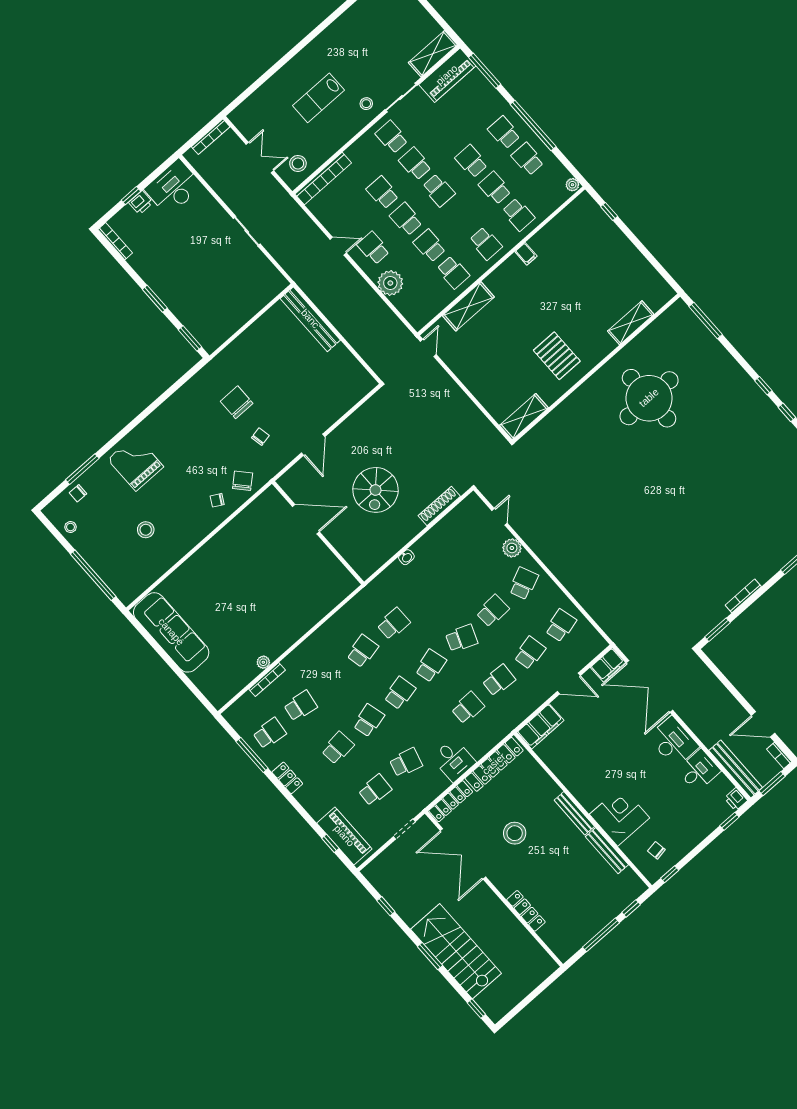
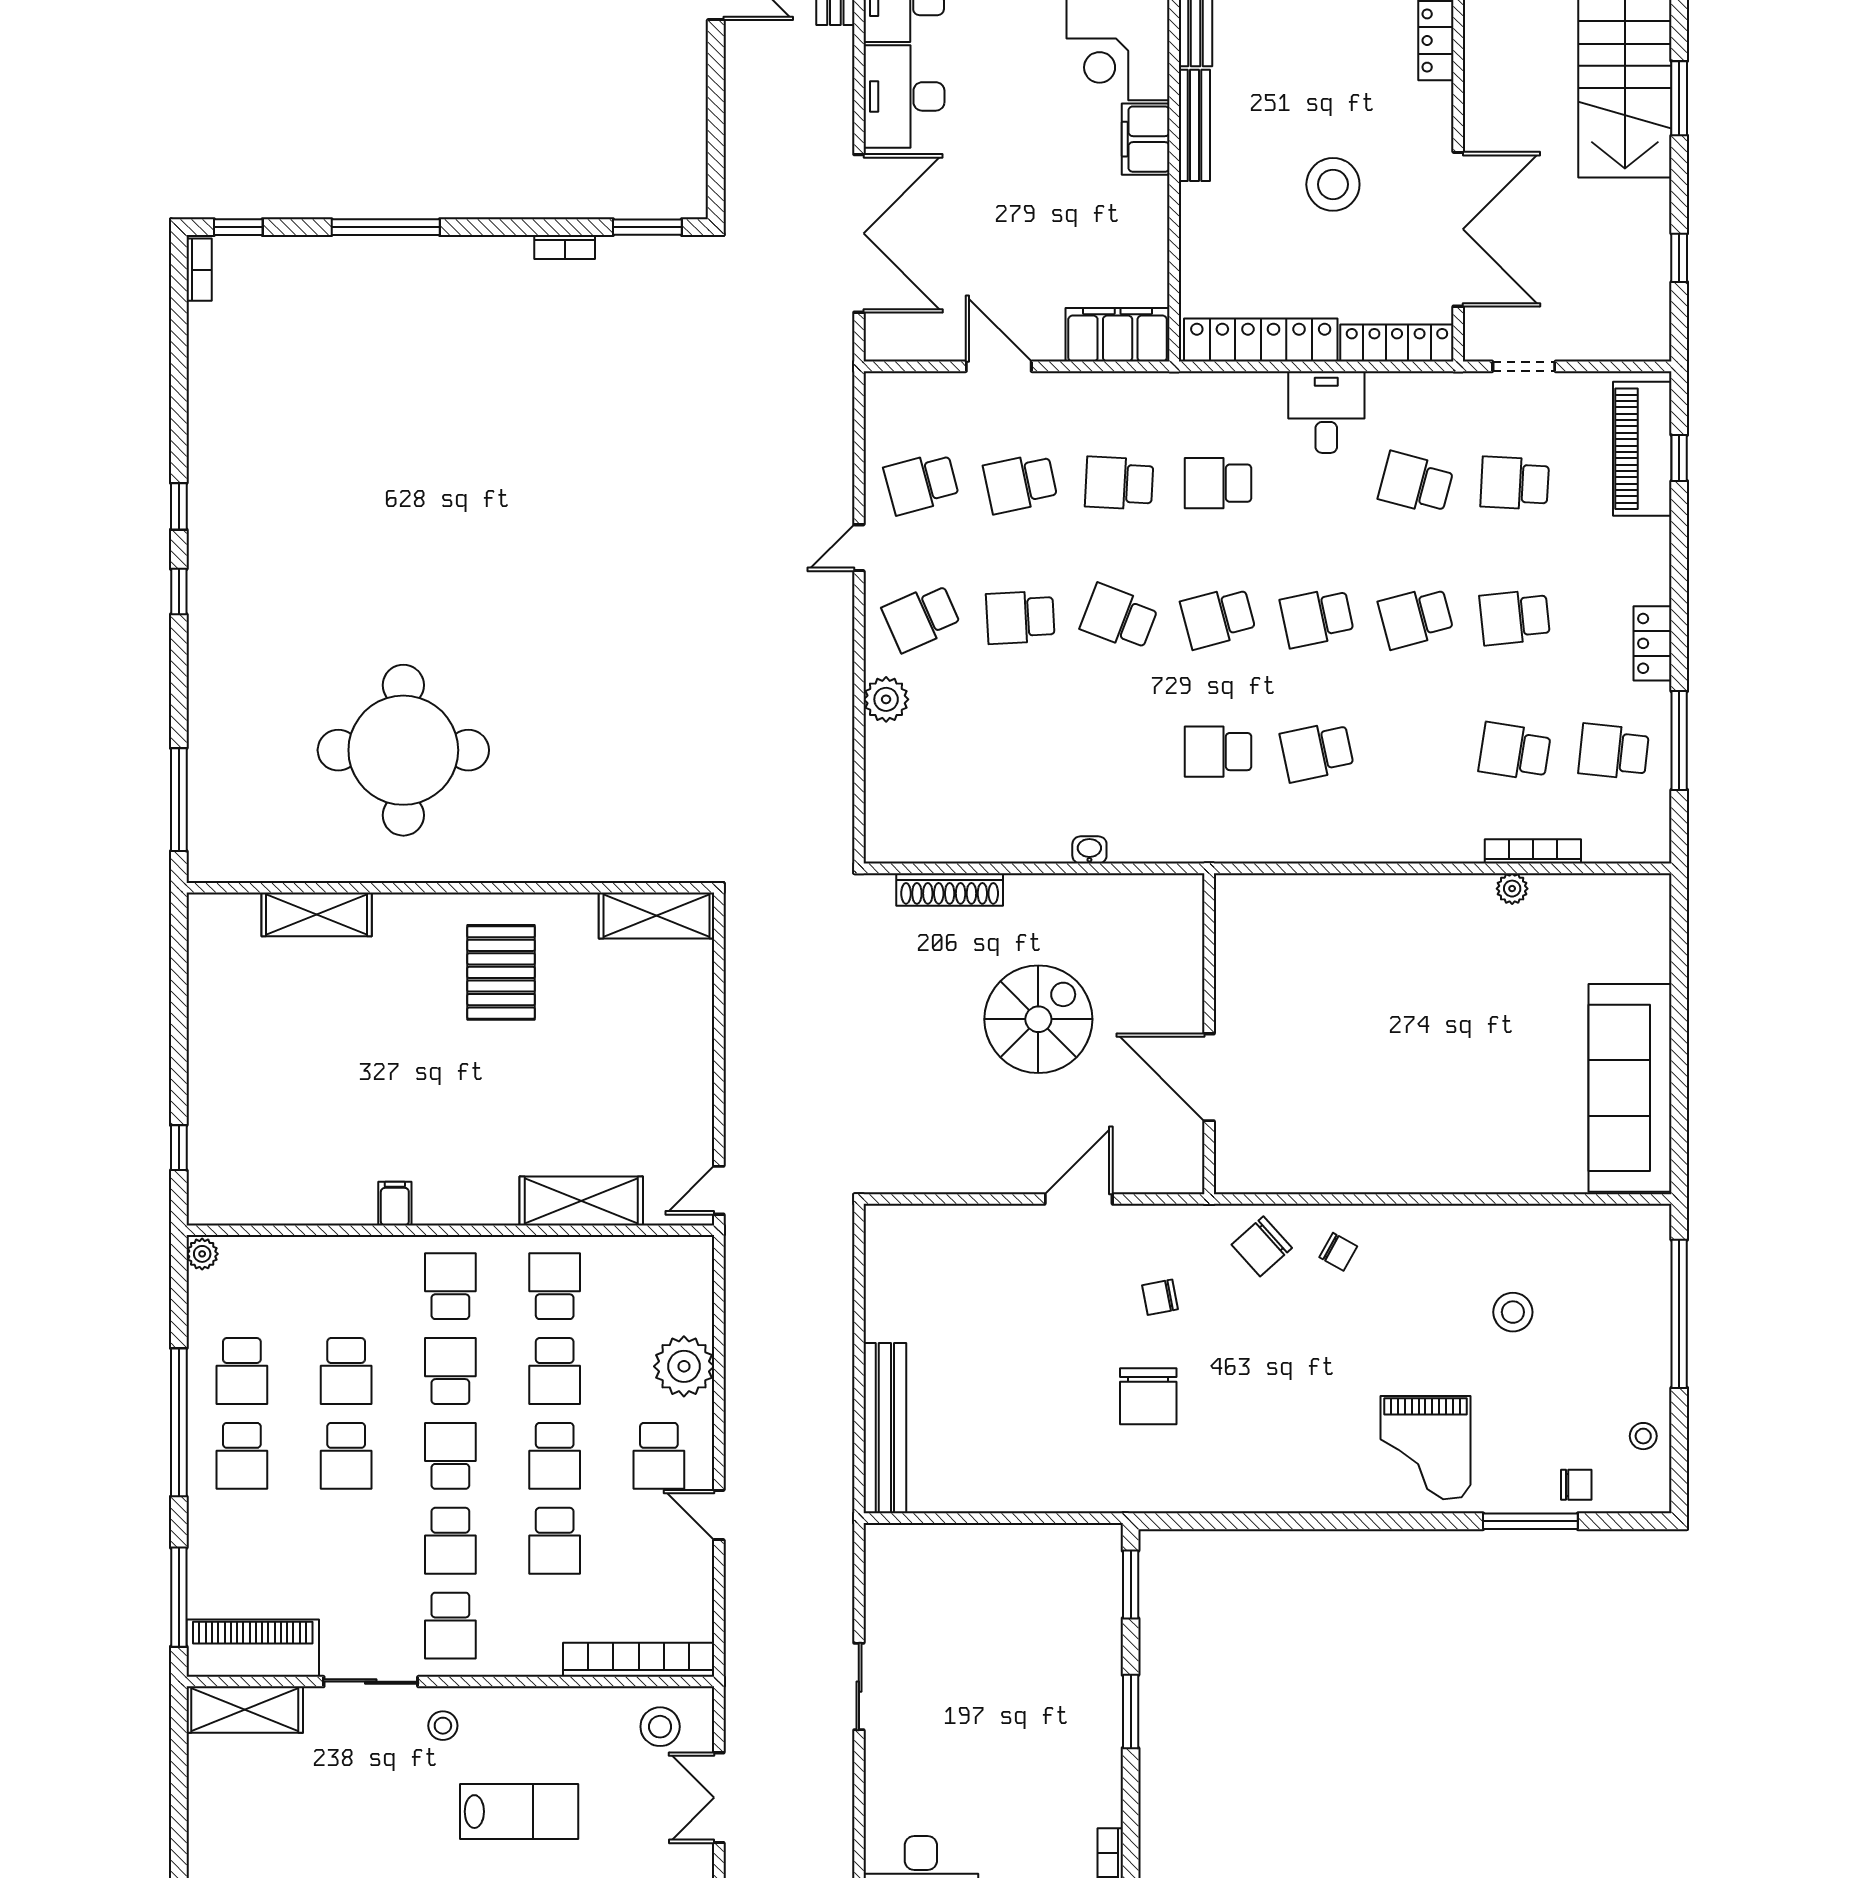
school desk: (518, 214) -> (450, 1371), moved
door: (499, 517) -> (859, 548), moved
bookcase: (743, 596) -> (565, 247), width x0.64
filing cabinet: (608, 665) -> (1146, 139), moved, turned -90

